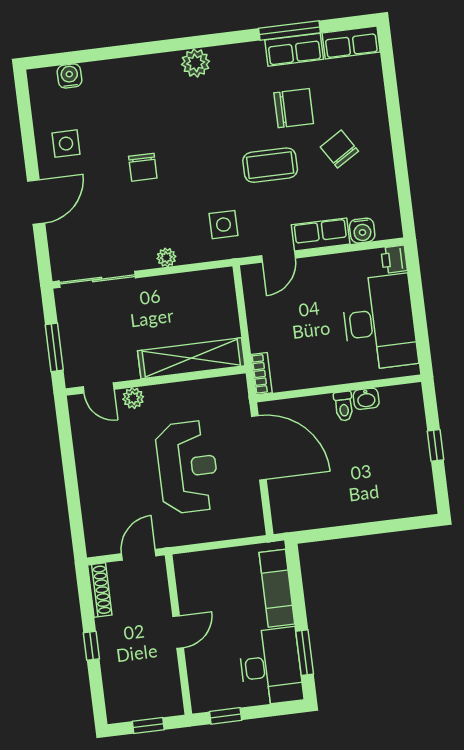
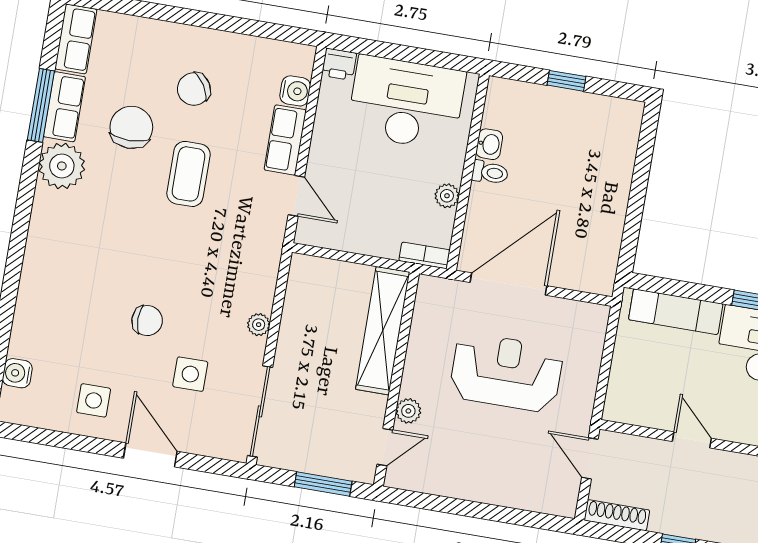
plant: (196, 63) -> (62, 166), moved, width x1.36, depth x1.36
side table: (224, 225) -> (190, 374), moved
plant: (315, 377) -> (447, 196), added

